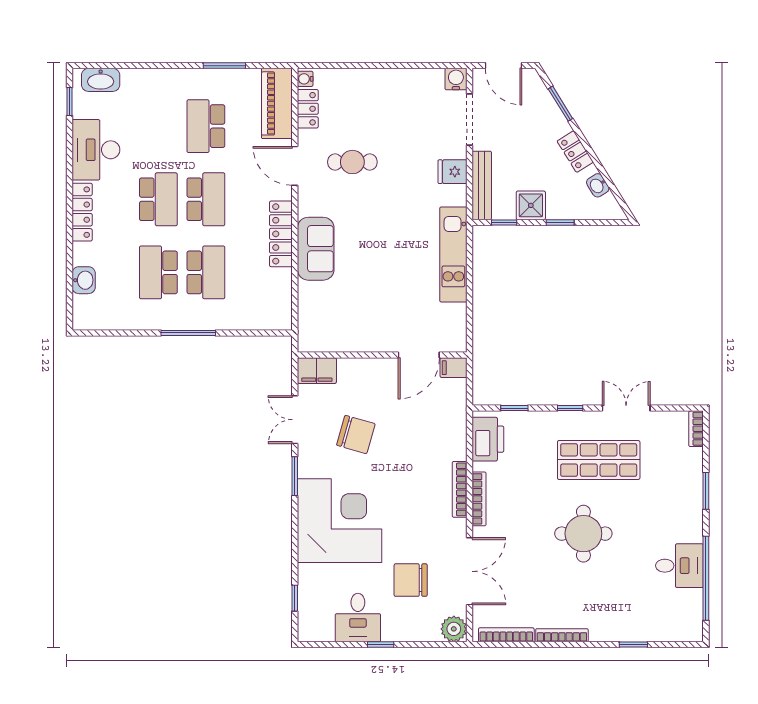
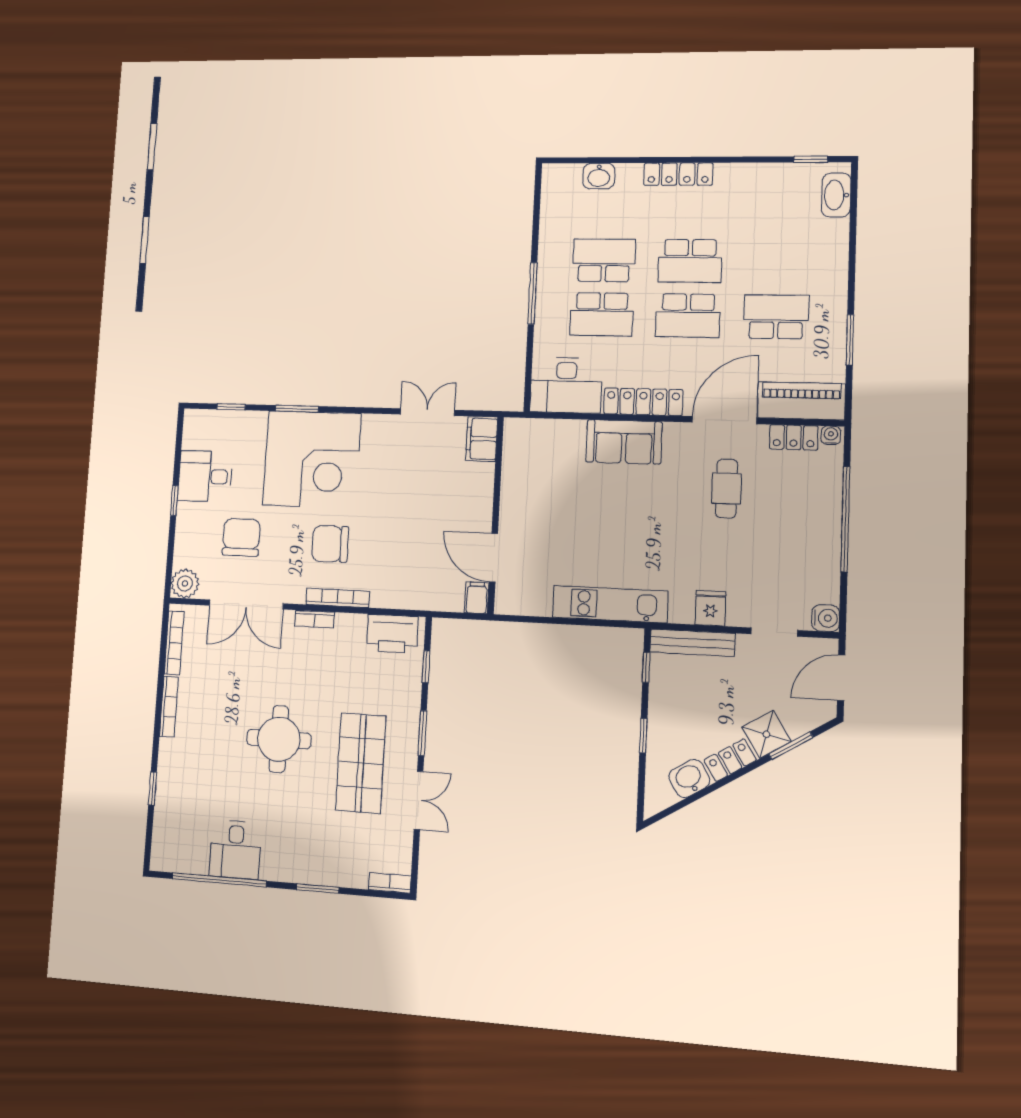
window: (374, 66) -> (845, 519), added
doorway: (469, 120) -> (774, 632), width x0.73
desk: (96, 150) -> (566, 385), moved, turned 180
door: (295, 166) -> (724, 420), width x1.36
washbasin: (598, 185) -> (689, 778), width x1.38, depth x1.45
shower: (531, 205) -> (766, 734), moved, turned -32
window: (570, 408) -> (422, 733), width x1.50
chair: (356, 434) -> (330, 544), moved, turned 74
window: (295, 476) -> (297, 409), moved
bookcase: (479, 499) -> (315, 619), width x0.64

